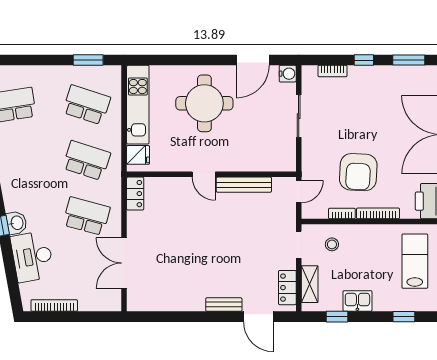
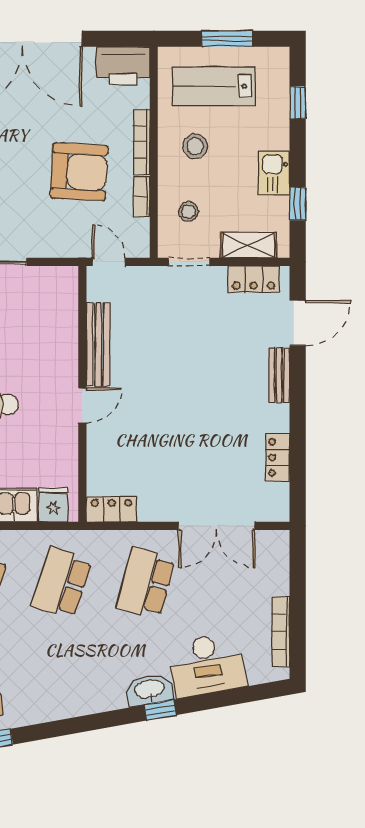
washbasin: (17, 223) -> (150, 690), width x1.38
stool: (375, 249) -> (195, 146), added
locker: (169, 304) -> (278, 457), added

